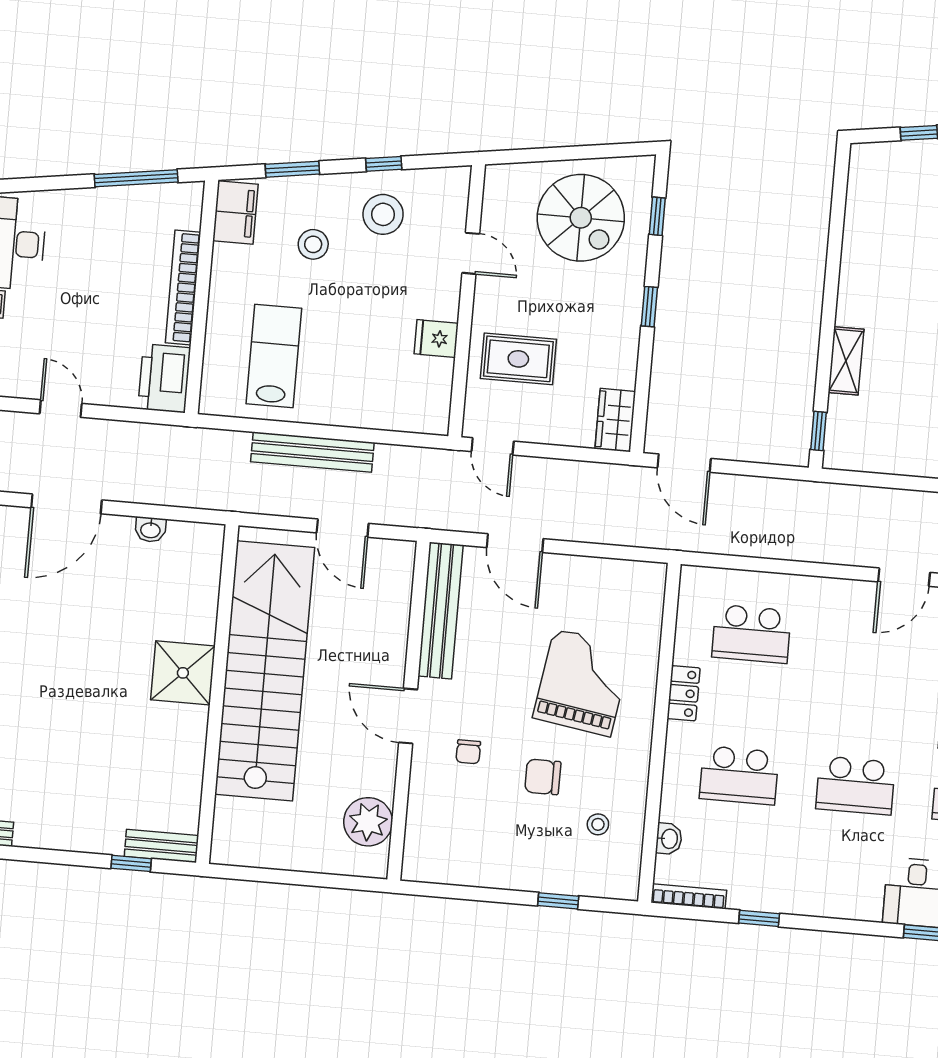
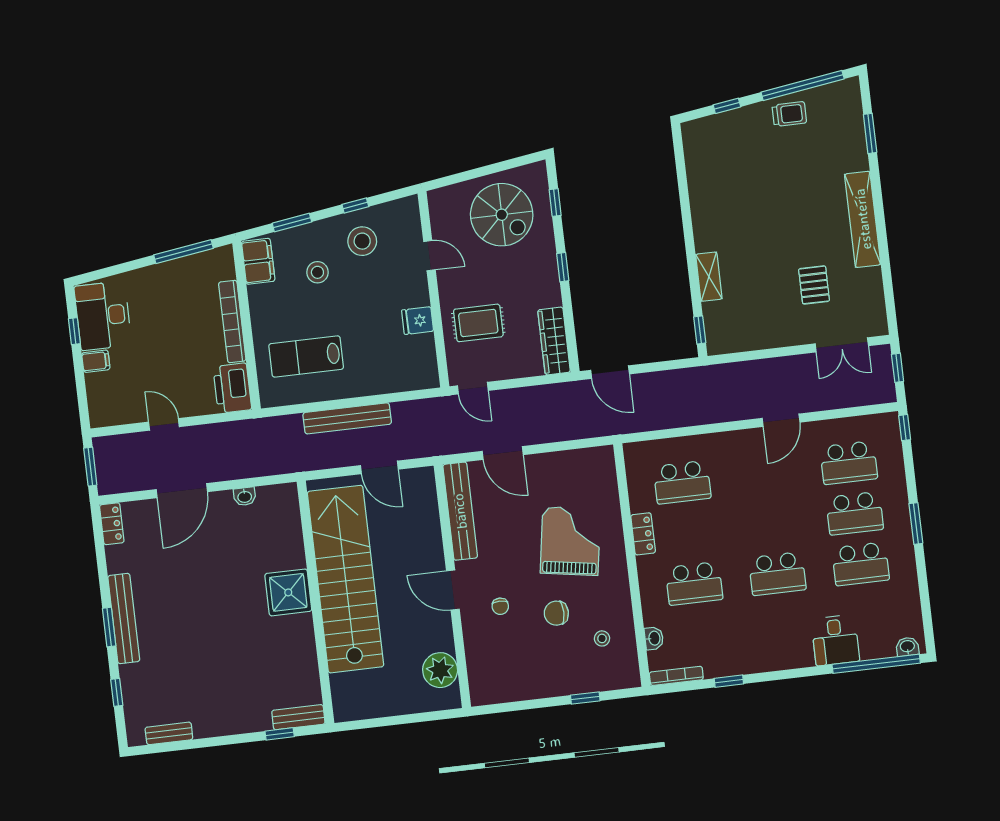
lab bench: (274, 356) -> (306, 356), turned -90
wardrobe: (615, 420) -> (554, 341), width x1.50

